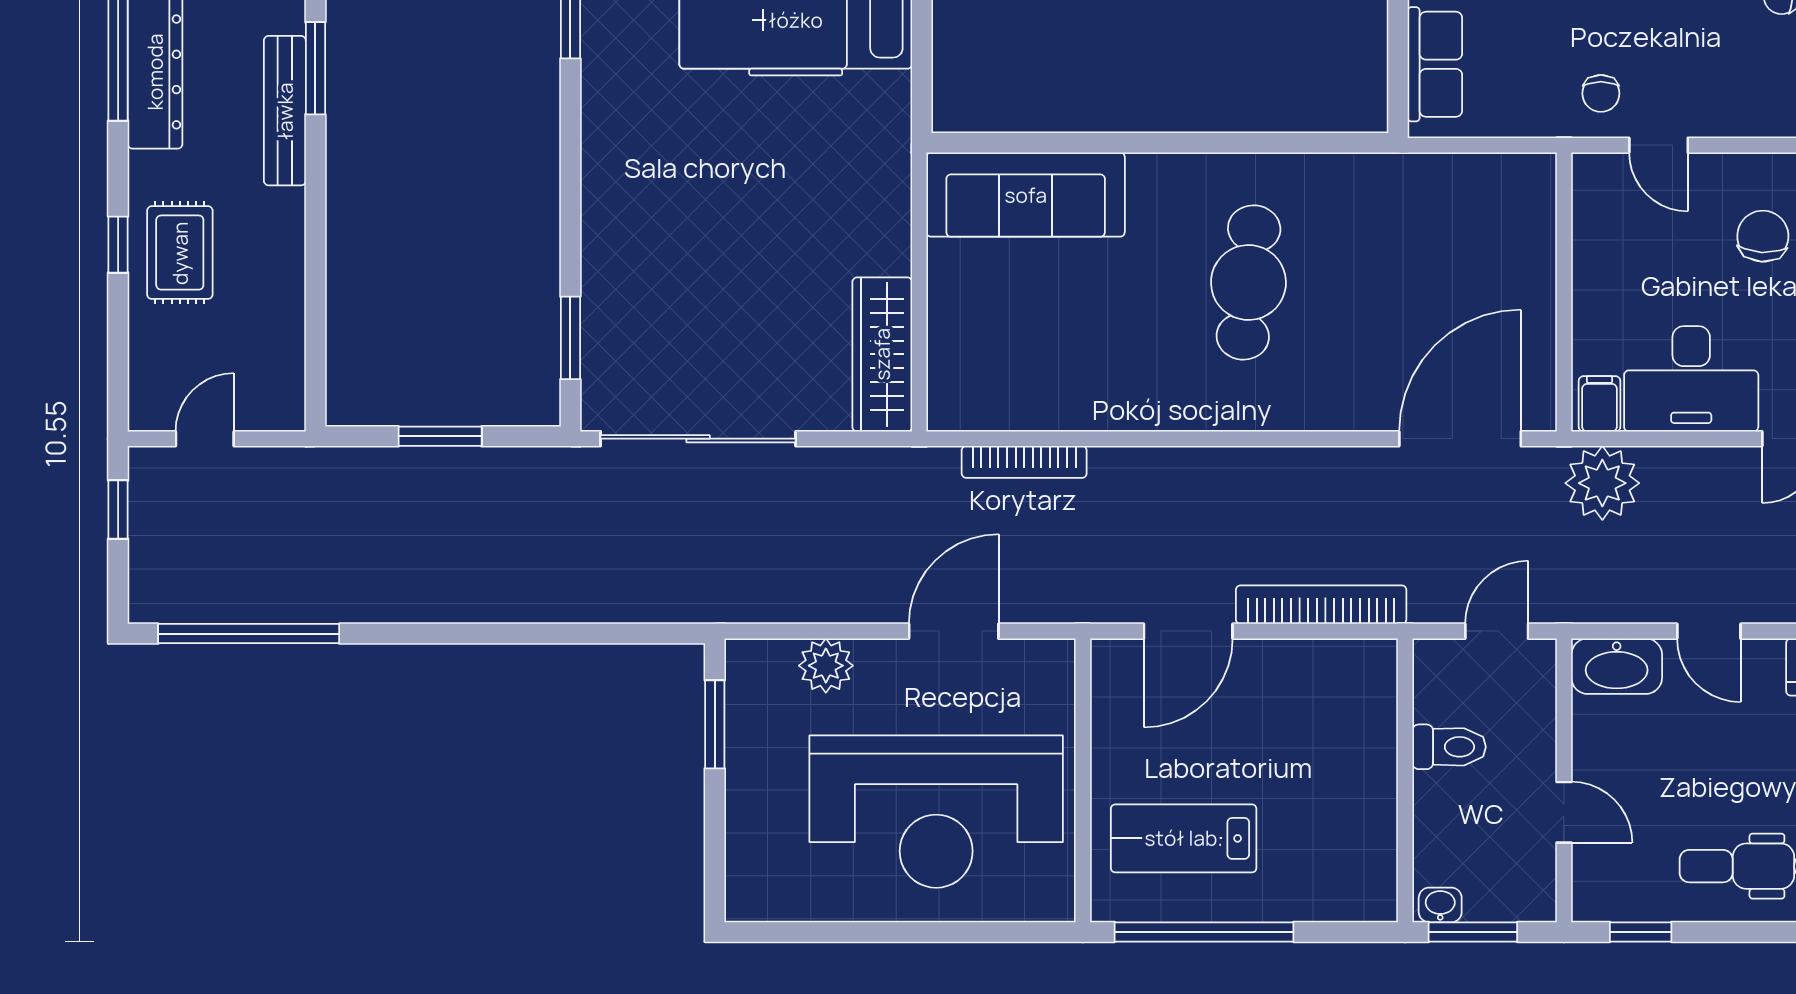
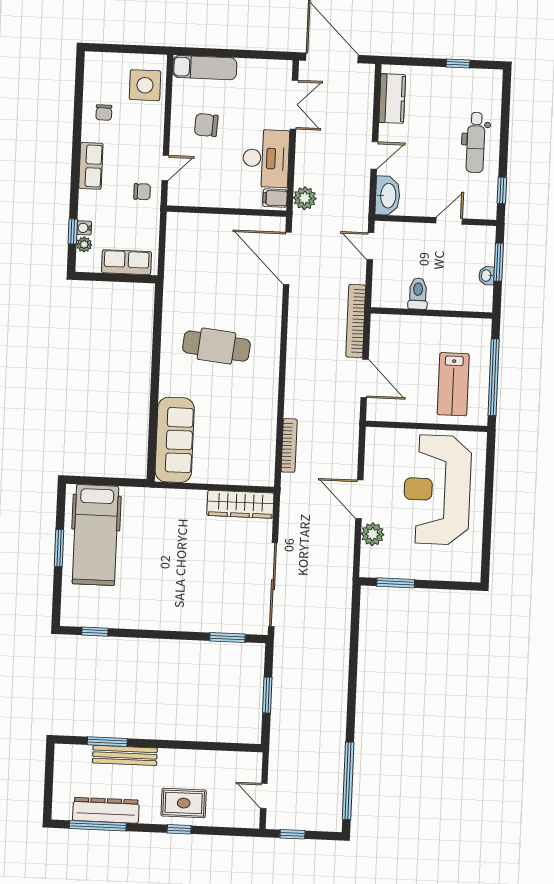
plant: (1602, 483) -> (305, 198), width x0.73, depth x0.73
door: (954, 631) -> (359, 499), moved
toilet: (1449, 747) -> (418, 294), moved
wall: (1405, 780) -> (431, 313), moved
reception desk: (936, 812) -> (437, 490), turned 180

